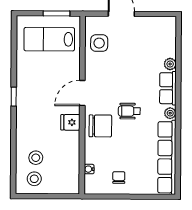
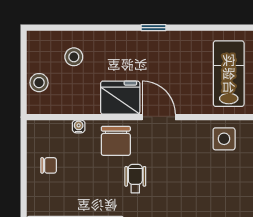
fridge: (70, 122) -> (120, 98), width x1.88, depth x1.34
water cooler: (89, 169) -> (79, 126), moved
stool: (34, 179) -> (39, 83), moved

